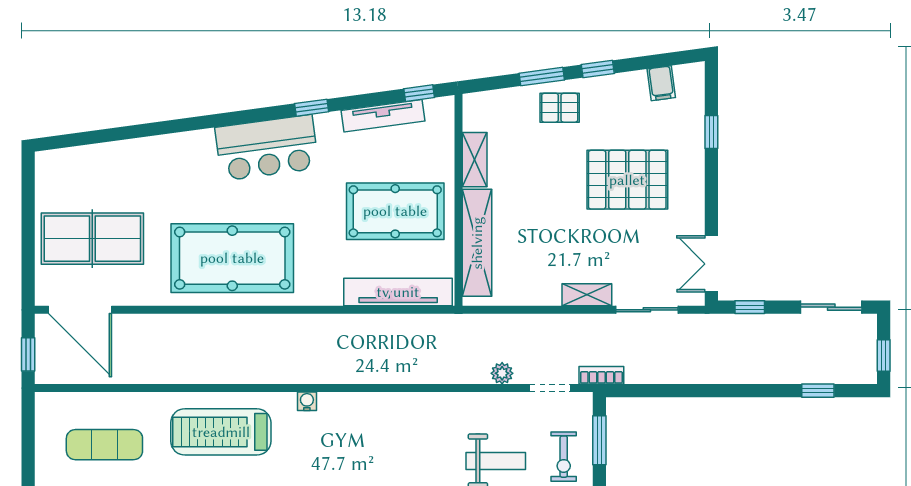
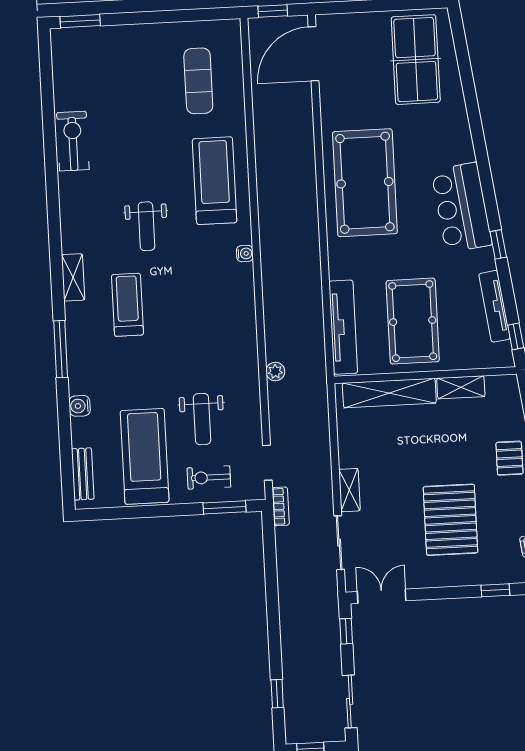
table tennis table: (92, 239) -> (416, 60), moved
plant: (502, 373) -> (275, 372), moved

